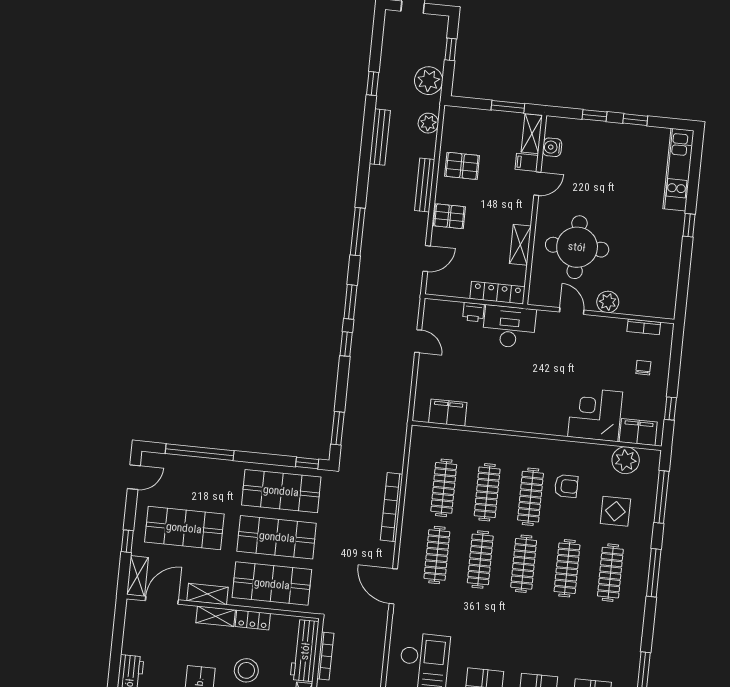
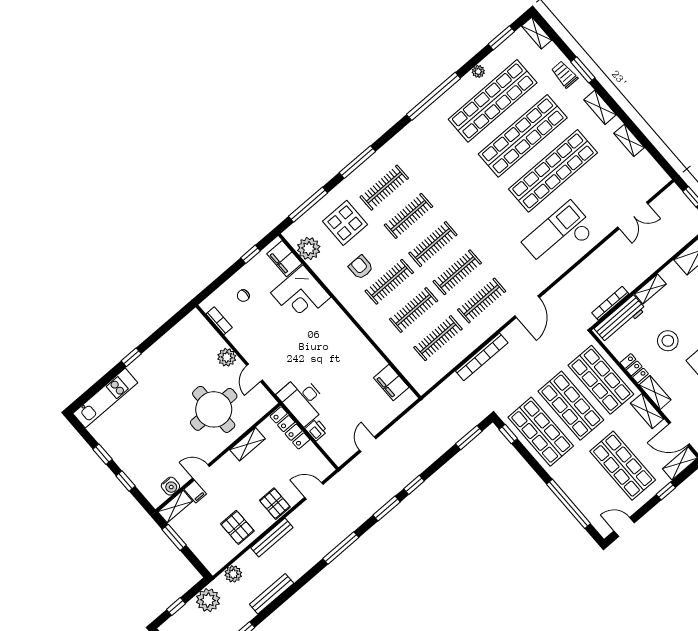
display table: (615, 511) -> (345, 223), width x1.36, depth x1.36

